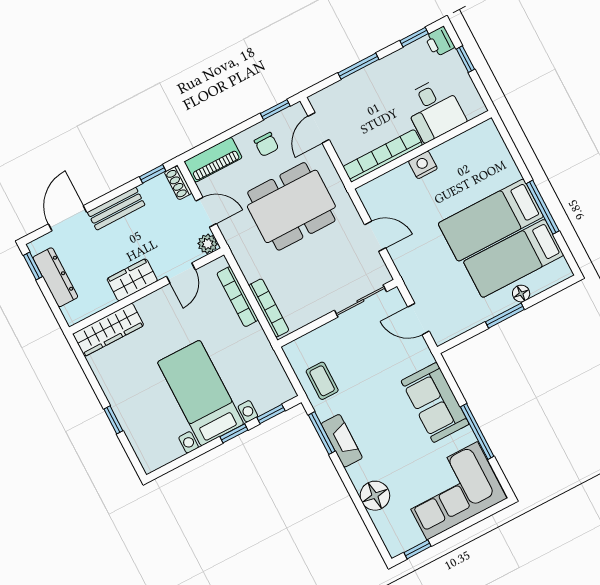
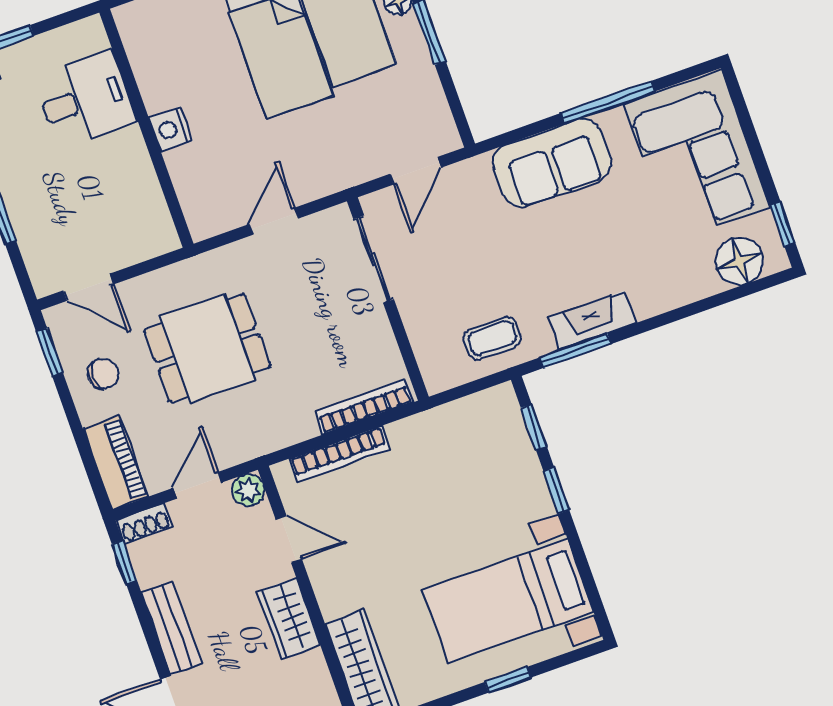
bookcase: (383, 156) -> (147, 191), removed
dining table: (291, 206) -> (207, 348), width x0.73
bed with nightstands: (201, 393) -> (508, 601), moved
floor lamp: (375, 496) -> (739, 261), moved

